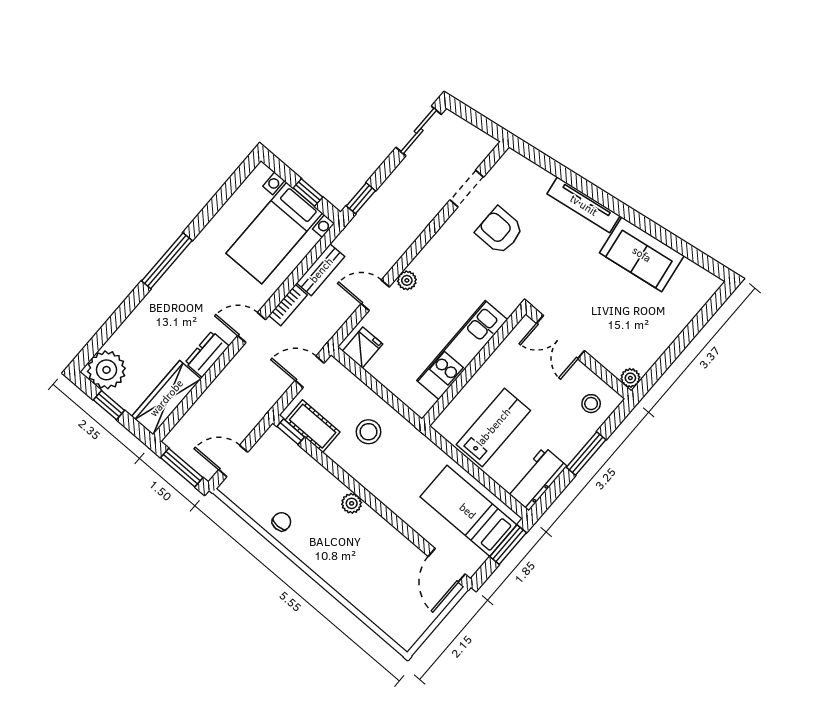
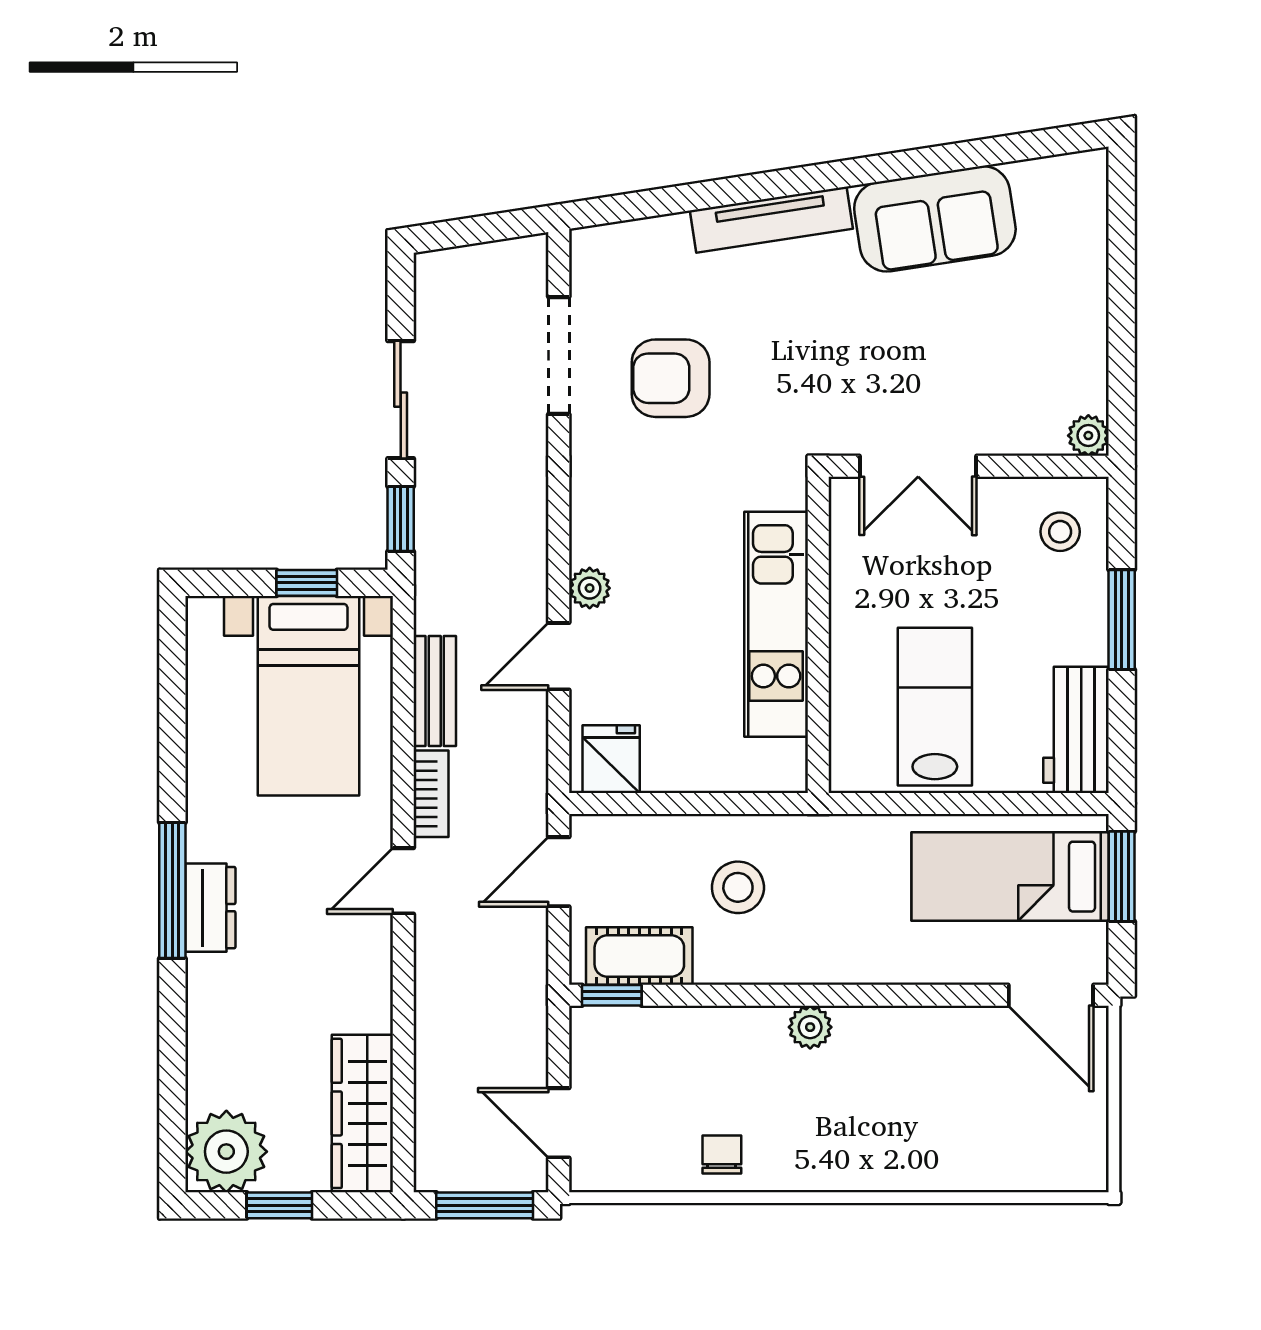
sliding door: (419, 131) -> (401, 400), moved
doorway: (467, 188) -> (559, 356), width x1.38
dresser: (207, 354) -> (210, 908), moved, turned 180
door: (233, 461) -> (559, 1123), hinge flipped

